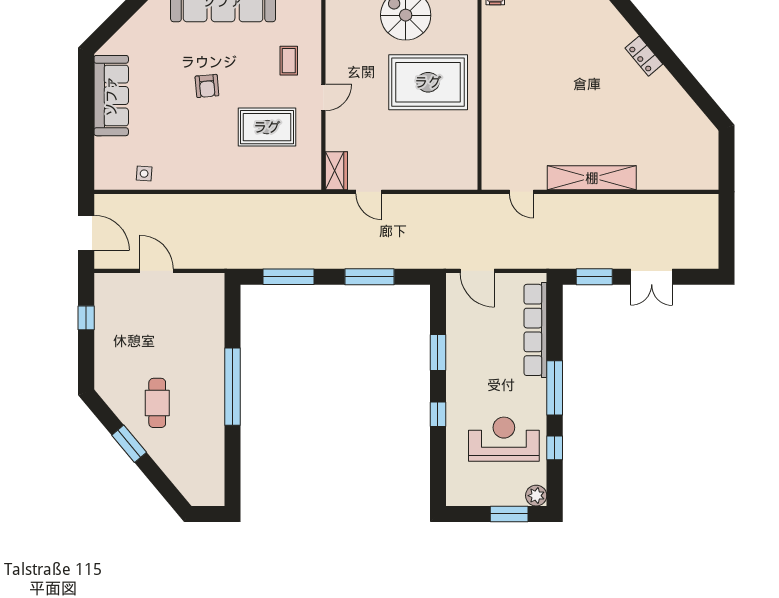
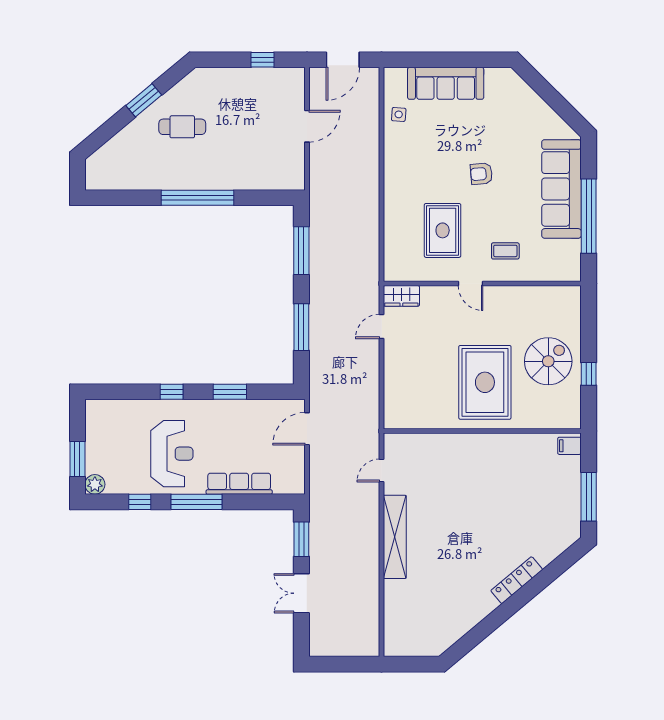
locker: (644, 56) -> (517, 580), width x1.53
sofa: (111, 96) -> (446, 83), moved
row of seats: (535, 330) -> (239, 484), width x0.73
reception desk: (504, 439) -> (172, 454), moved

